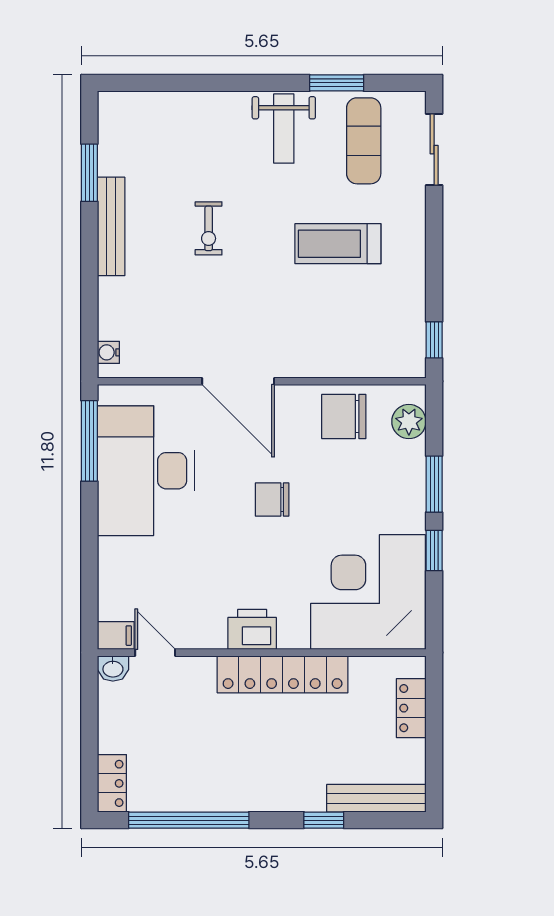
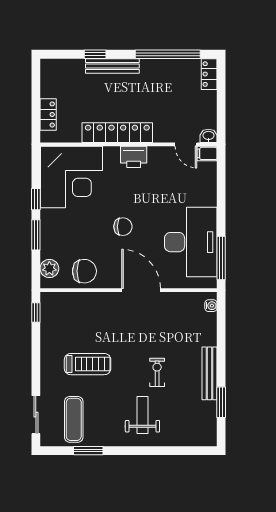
weight bench: (284, 129) -> (142, 415), moved
bench: (376, 798) -> (112, 66), moved

